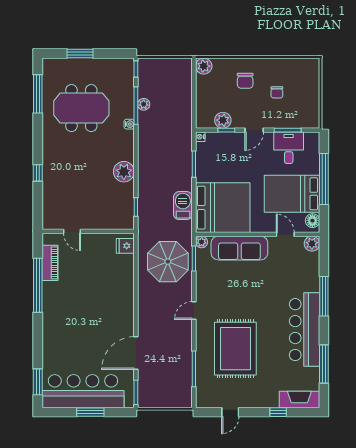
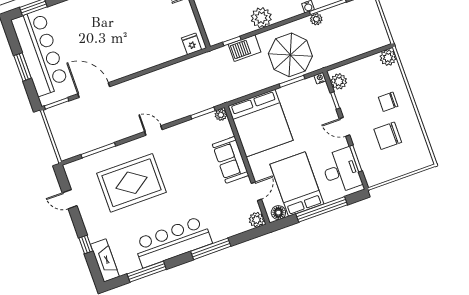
chair: (277, 92) -> (388, 136), width x1.87, depth x1.87
plant: (144, 104) -> (316, 19), moved
plant: (223, 120) -> (339, 81), moved
desk: (289, 148) -> (341, 171), width x1.37
barbecue: (183, 206) -> (245, 48), moved, turned 180
sofa: (239, 248) -> (230, 160), width x0.73
parasol: (168, 262) -> (290, 55), moved

